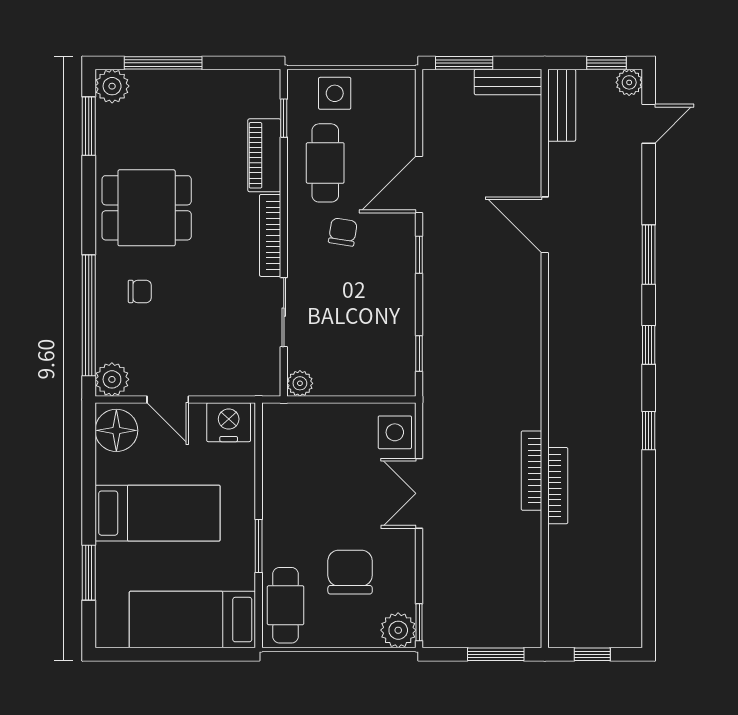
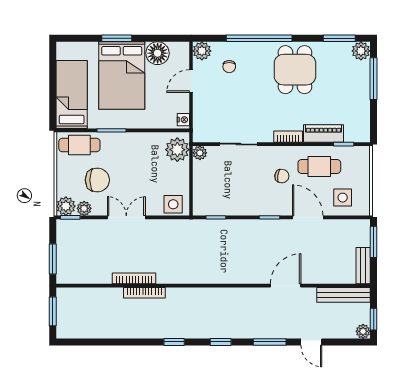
side table: (335, 93) -> (343, 198), moved
bench: (562, 105) -> (343, 295), width x1.36
door: (649, 124) -> (311, 342), moved
bookcase: (270, 235) -> (288, 137), width x0.64
chair: (140, 291) -> (229, 67), moved
window: (89, 315) -> (259, 38), moved
nightstand: (229, 422) -> (183, 120), width x0.53, depth x0.56
plant: (294, 425) -> (177, 150), added
floor lamp: (116, 430) -> (158, 53), moved
bookcase: (532, 471) -> (134, 278), moved
double door: (419, 493) -> (126, 217), moved
bed: (158, 513) -> (122, 76), width x1.50
window: (89, 573) -> (117, 38), moved
plant: (402, 597) -> (84, 208), added
window: (592, 654) -> (53, 311), width x1.50

